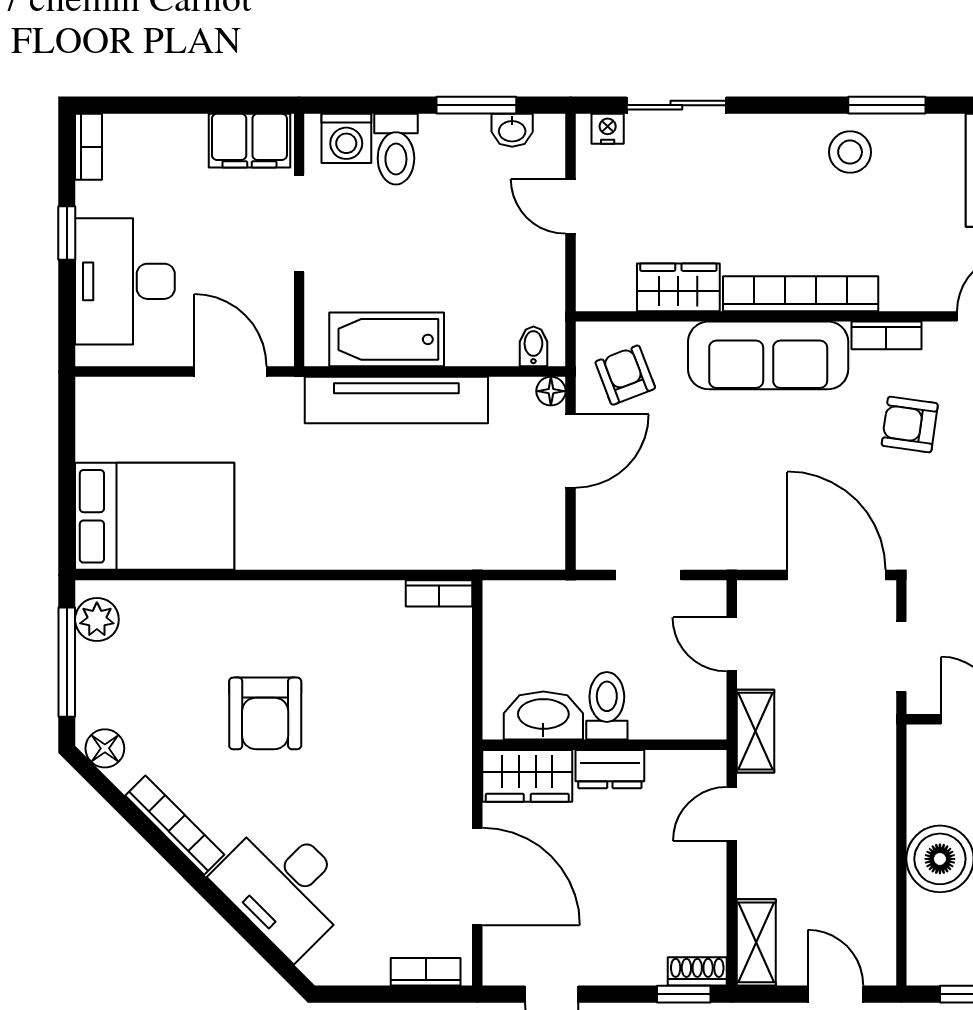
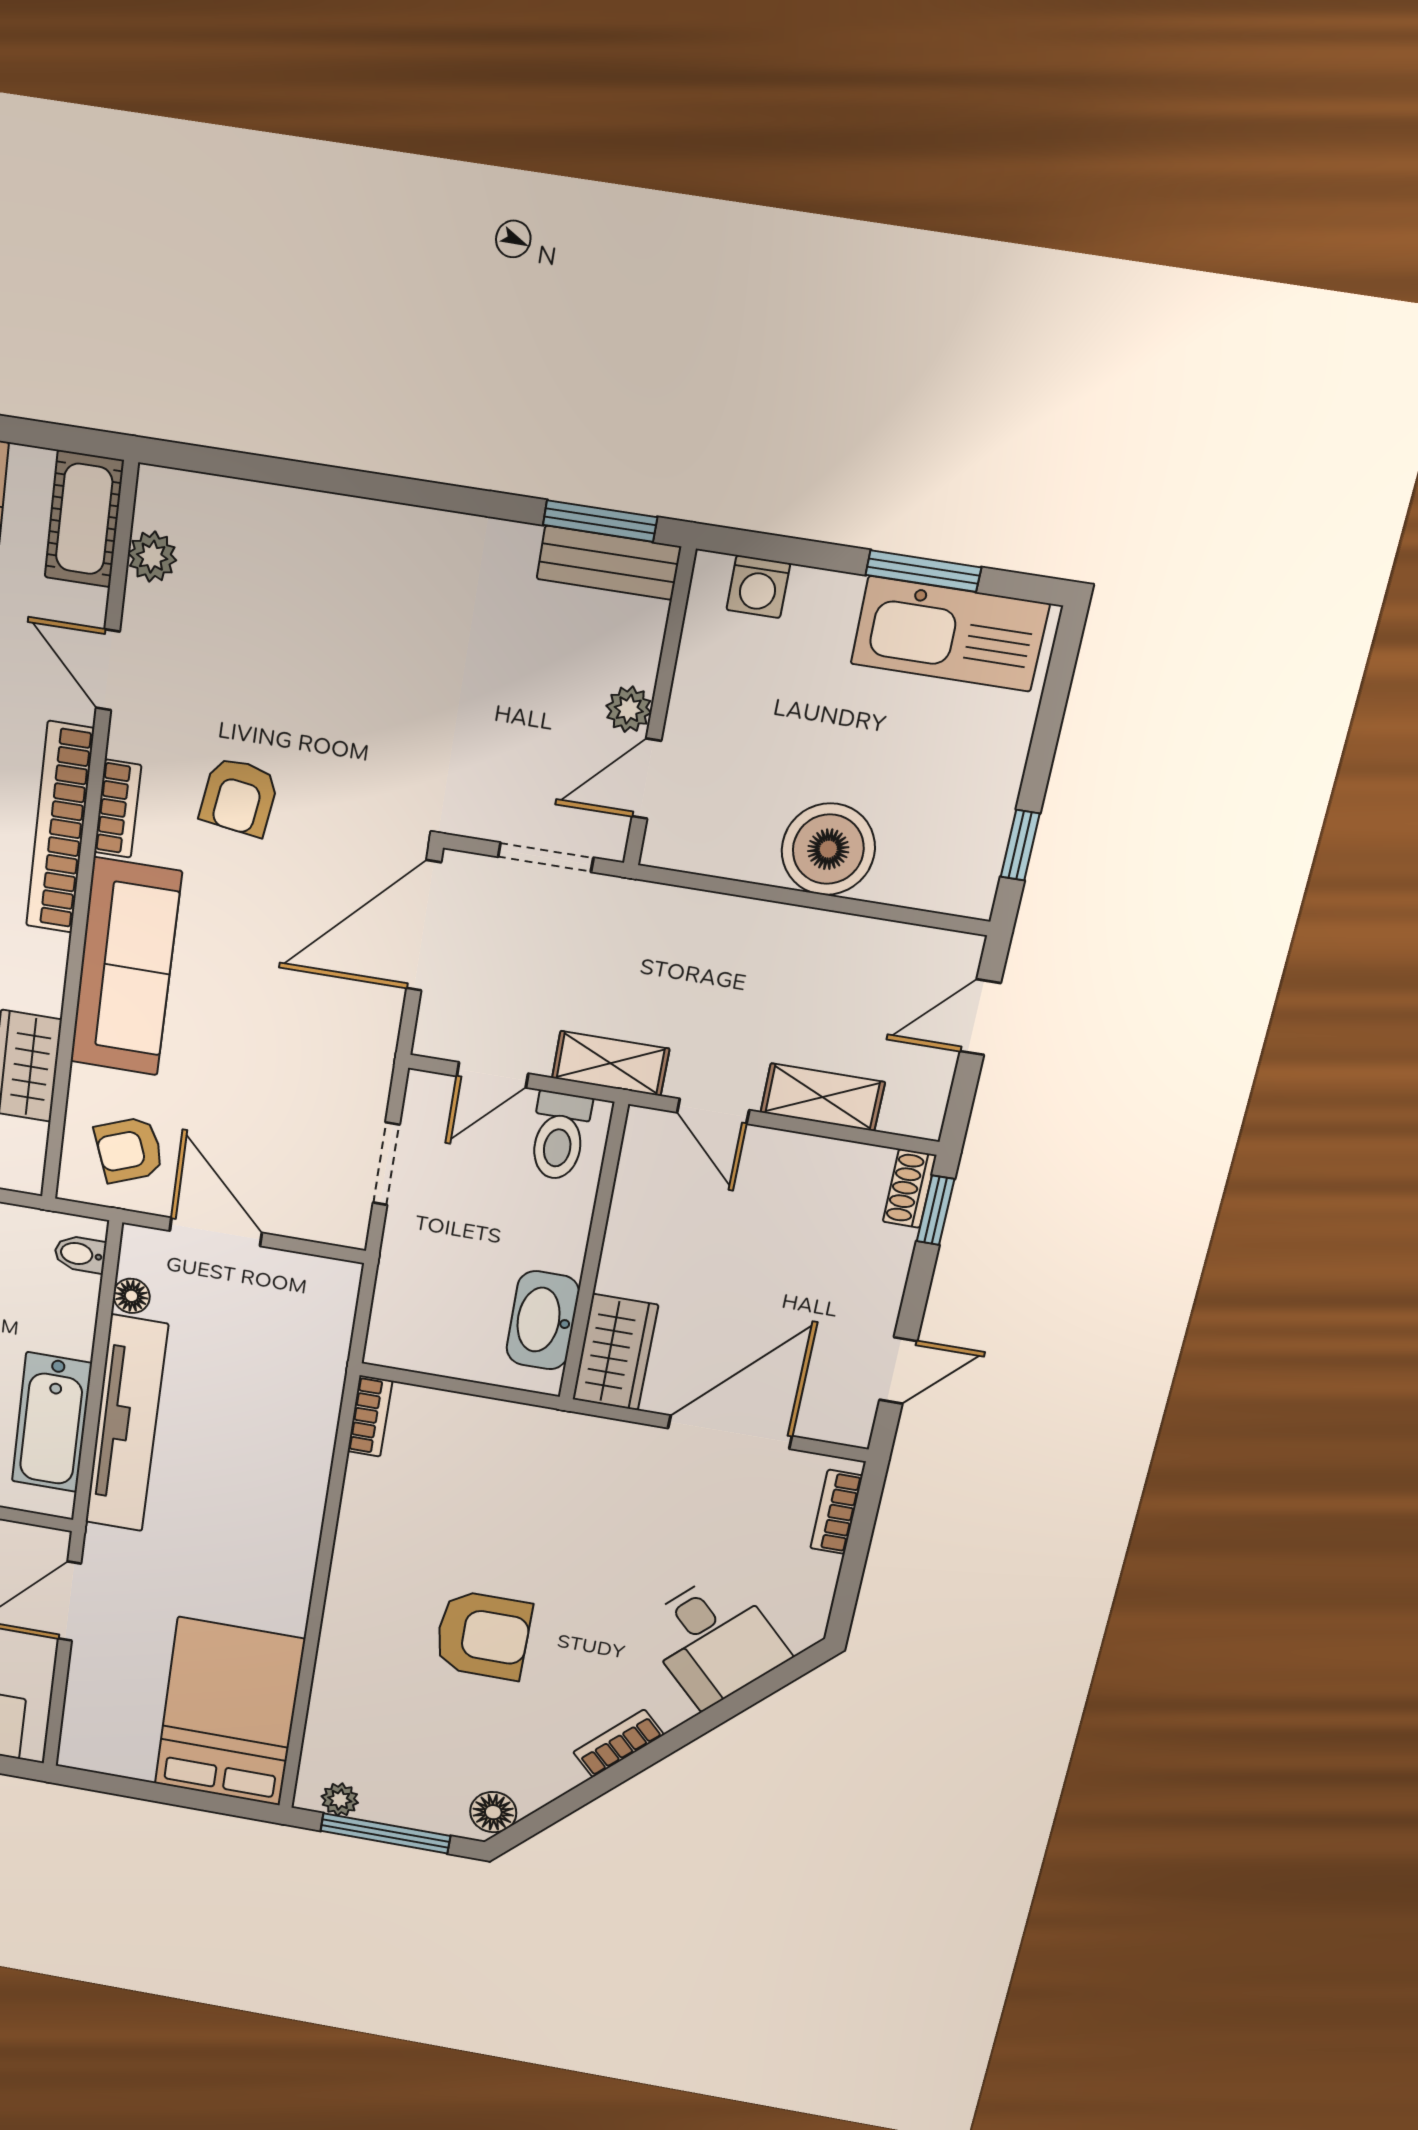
bookcase: (801, 294) -> (60, 828), moved
floor lamp: (551, 391) -> (131, 1296), moved
plant: (97, 620) -> (340, 1800), width x0.73, depth x0.73
toilet: (607, 706) -> (559, 1136), moved, turned -90
dresser: (610, 769) -> (626, 1252), removed
bookcase: (175, 825) -> (618, 1743), width x0.64
desk: (285, 887) -> (714, 1640), width x0.73
shelving: (756, 942) -> (823, 1097), moved

